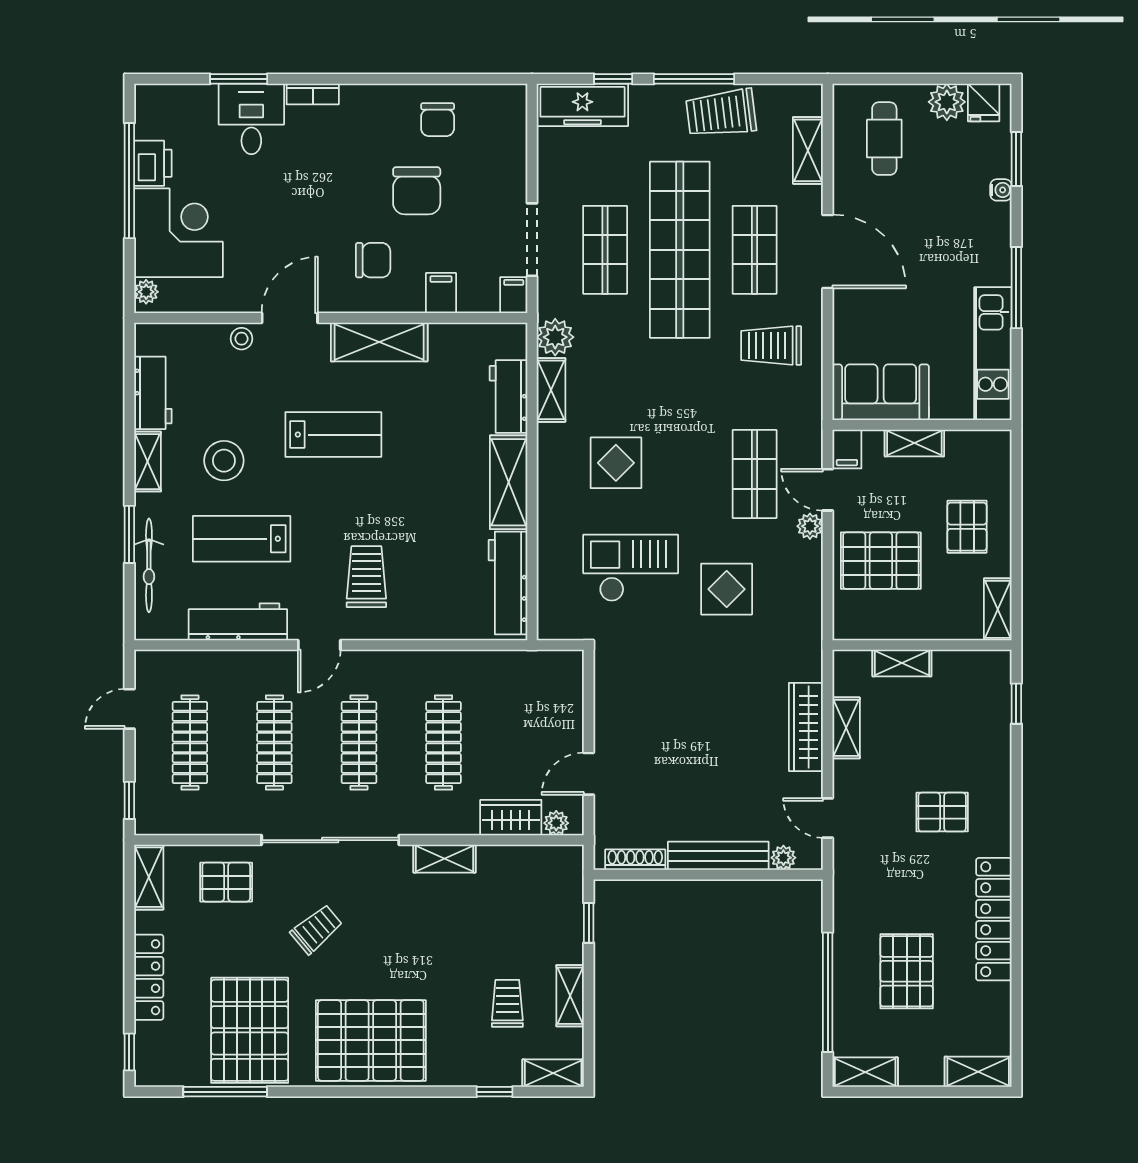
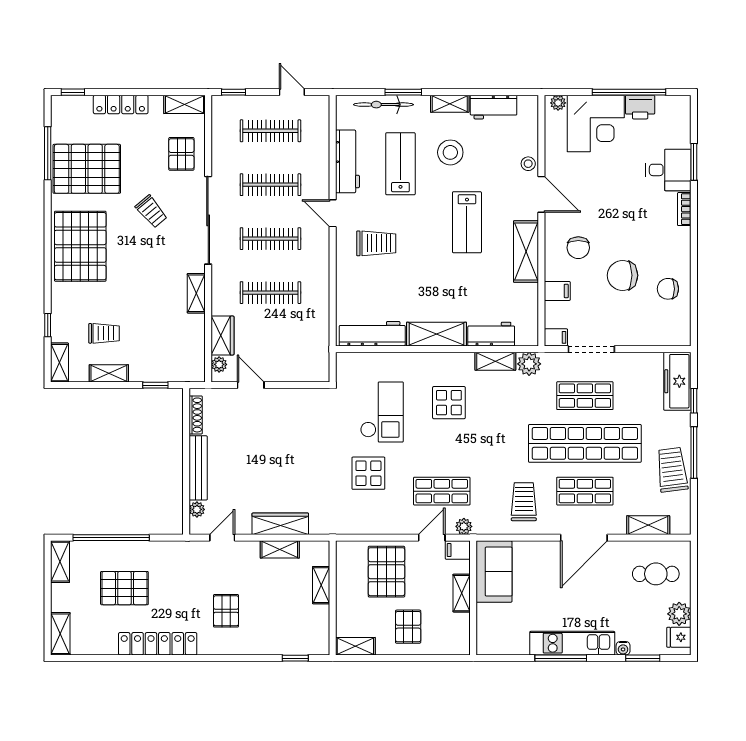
kitchen unit: (993, 354) -> (572, 643), moved
plant: (810, 526) -> (464, 526), moved
pallet: (967, 527) -> (408, 627), turned 90

